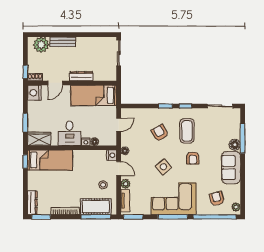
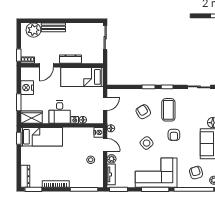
nightstand: (34, 93) -> (27, 88), moved
cot: (96, 207) -> (84, 180), removed

